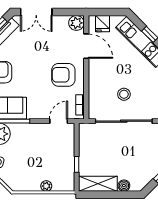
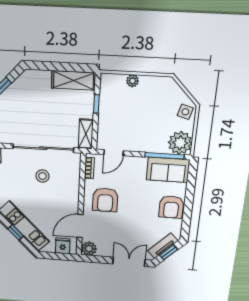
door: (86, 46) -> (80, 226), hinge flipped
armchair: (63, 75) -> (105, 200), turned 90
shelving: (85, 137) -> (86, 134), added
boiler: (124, 186) -> (44, 77), removed

